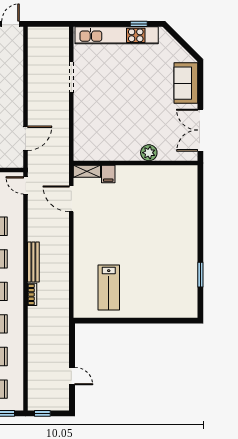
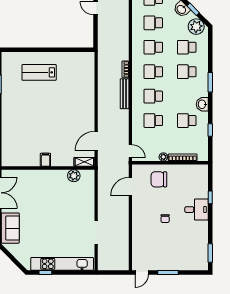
plant: (149, 153) -> (74, 176), moved
filing cabinet: (108, 174) -> (45, 160), moved
door: (71, 199) -> (96, 141), swing flipped
lab bench: (109, 287) -> (39, 72), moved, turned -90

